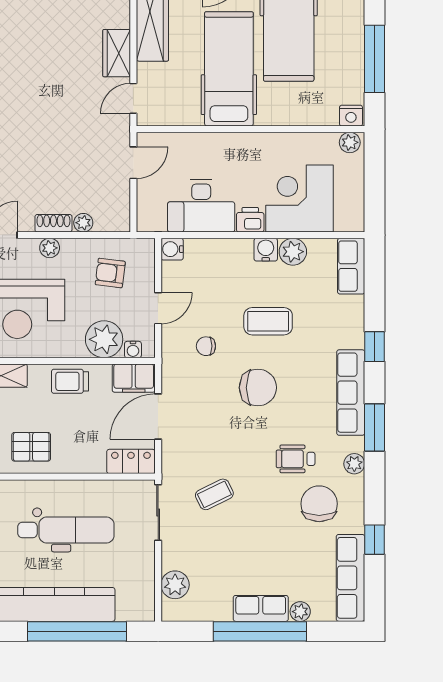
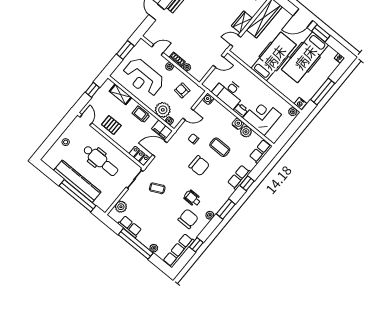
row of seats: (351, 393) -> (239, 177), moved, width x0.68
row of seats: (261, 608) -> (130, 227), moved

